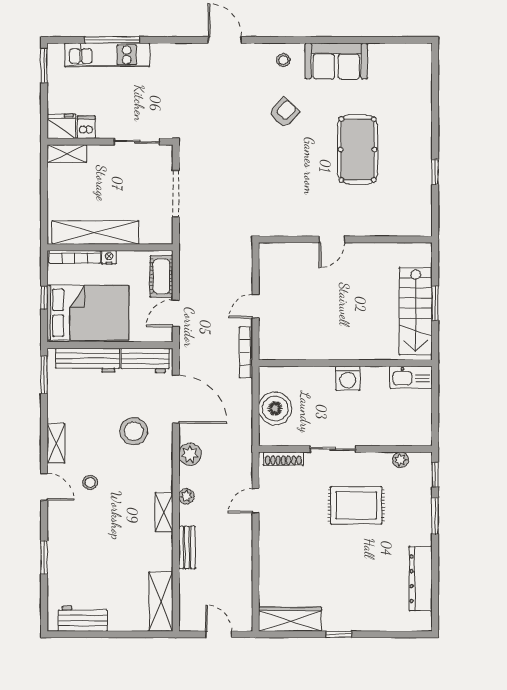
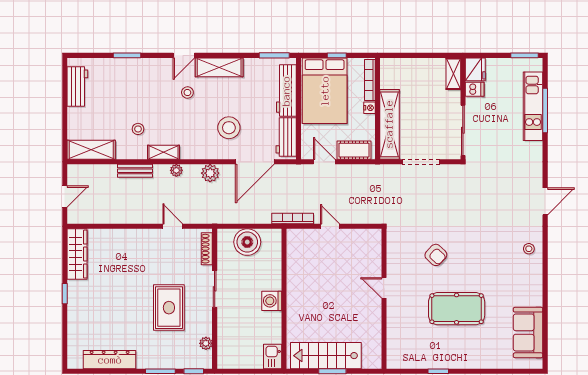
sofa: (336, 61) -> (528, 332), moved
armchair: (284, 112) -> (436, 255), moved
sliding door: (137, 142) -> (463, 130), width x1.37
shelving: (95, 233) -> (389, 124), moved
kitchen sink: (411, 377) -> (273, 356), width x0.73
shelving: (56, 443) -> (219, 67), width x1.50, depth x1.33
stool: (135, 544) -> (138, 129), added

